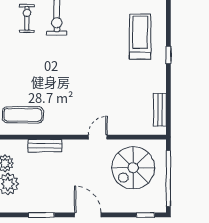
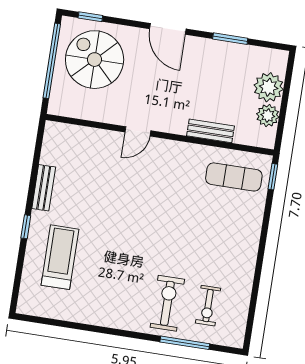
treadmill: (140, 37) -> (60, 257), turned 180
bench: (160, 110) -> (44, 188), moved
spiral stairs: (133, 168) -> (95, 60), moved, turned -90

